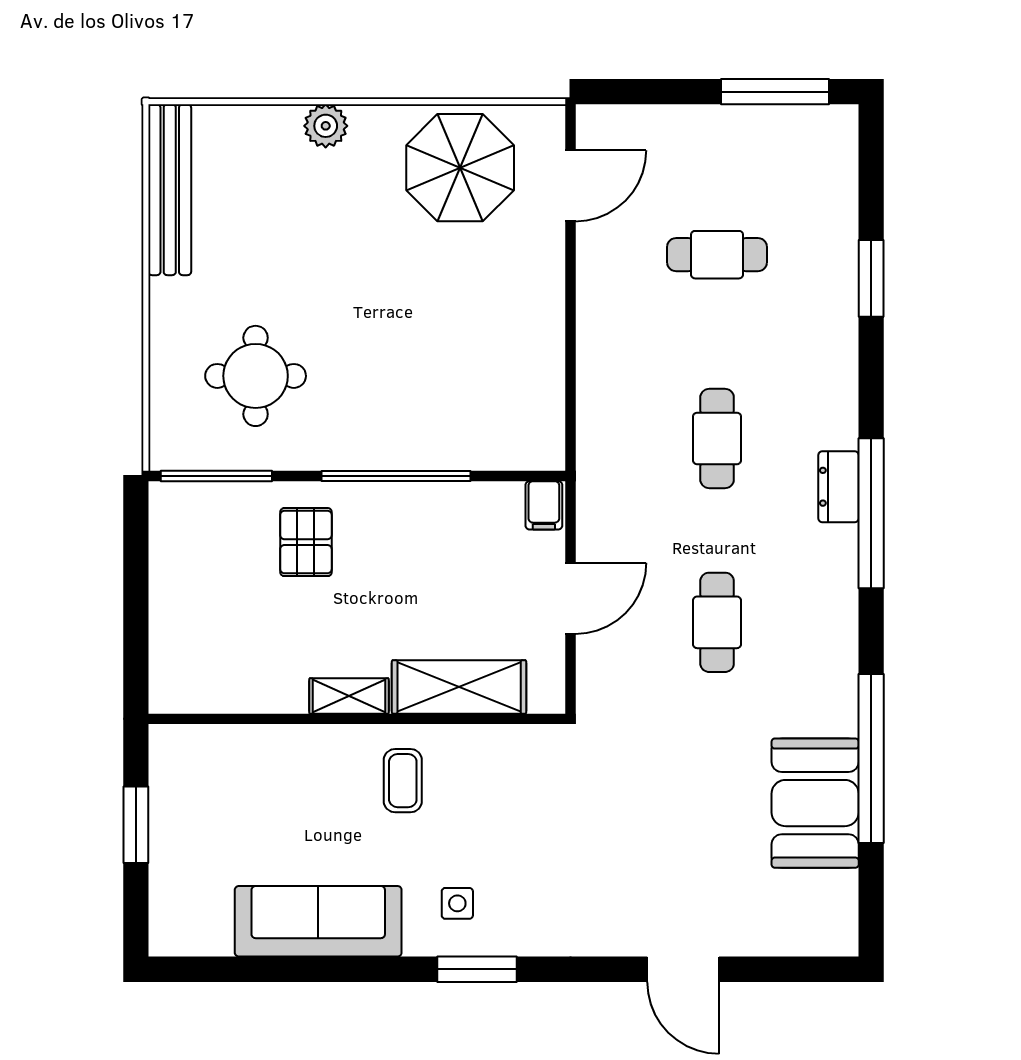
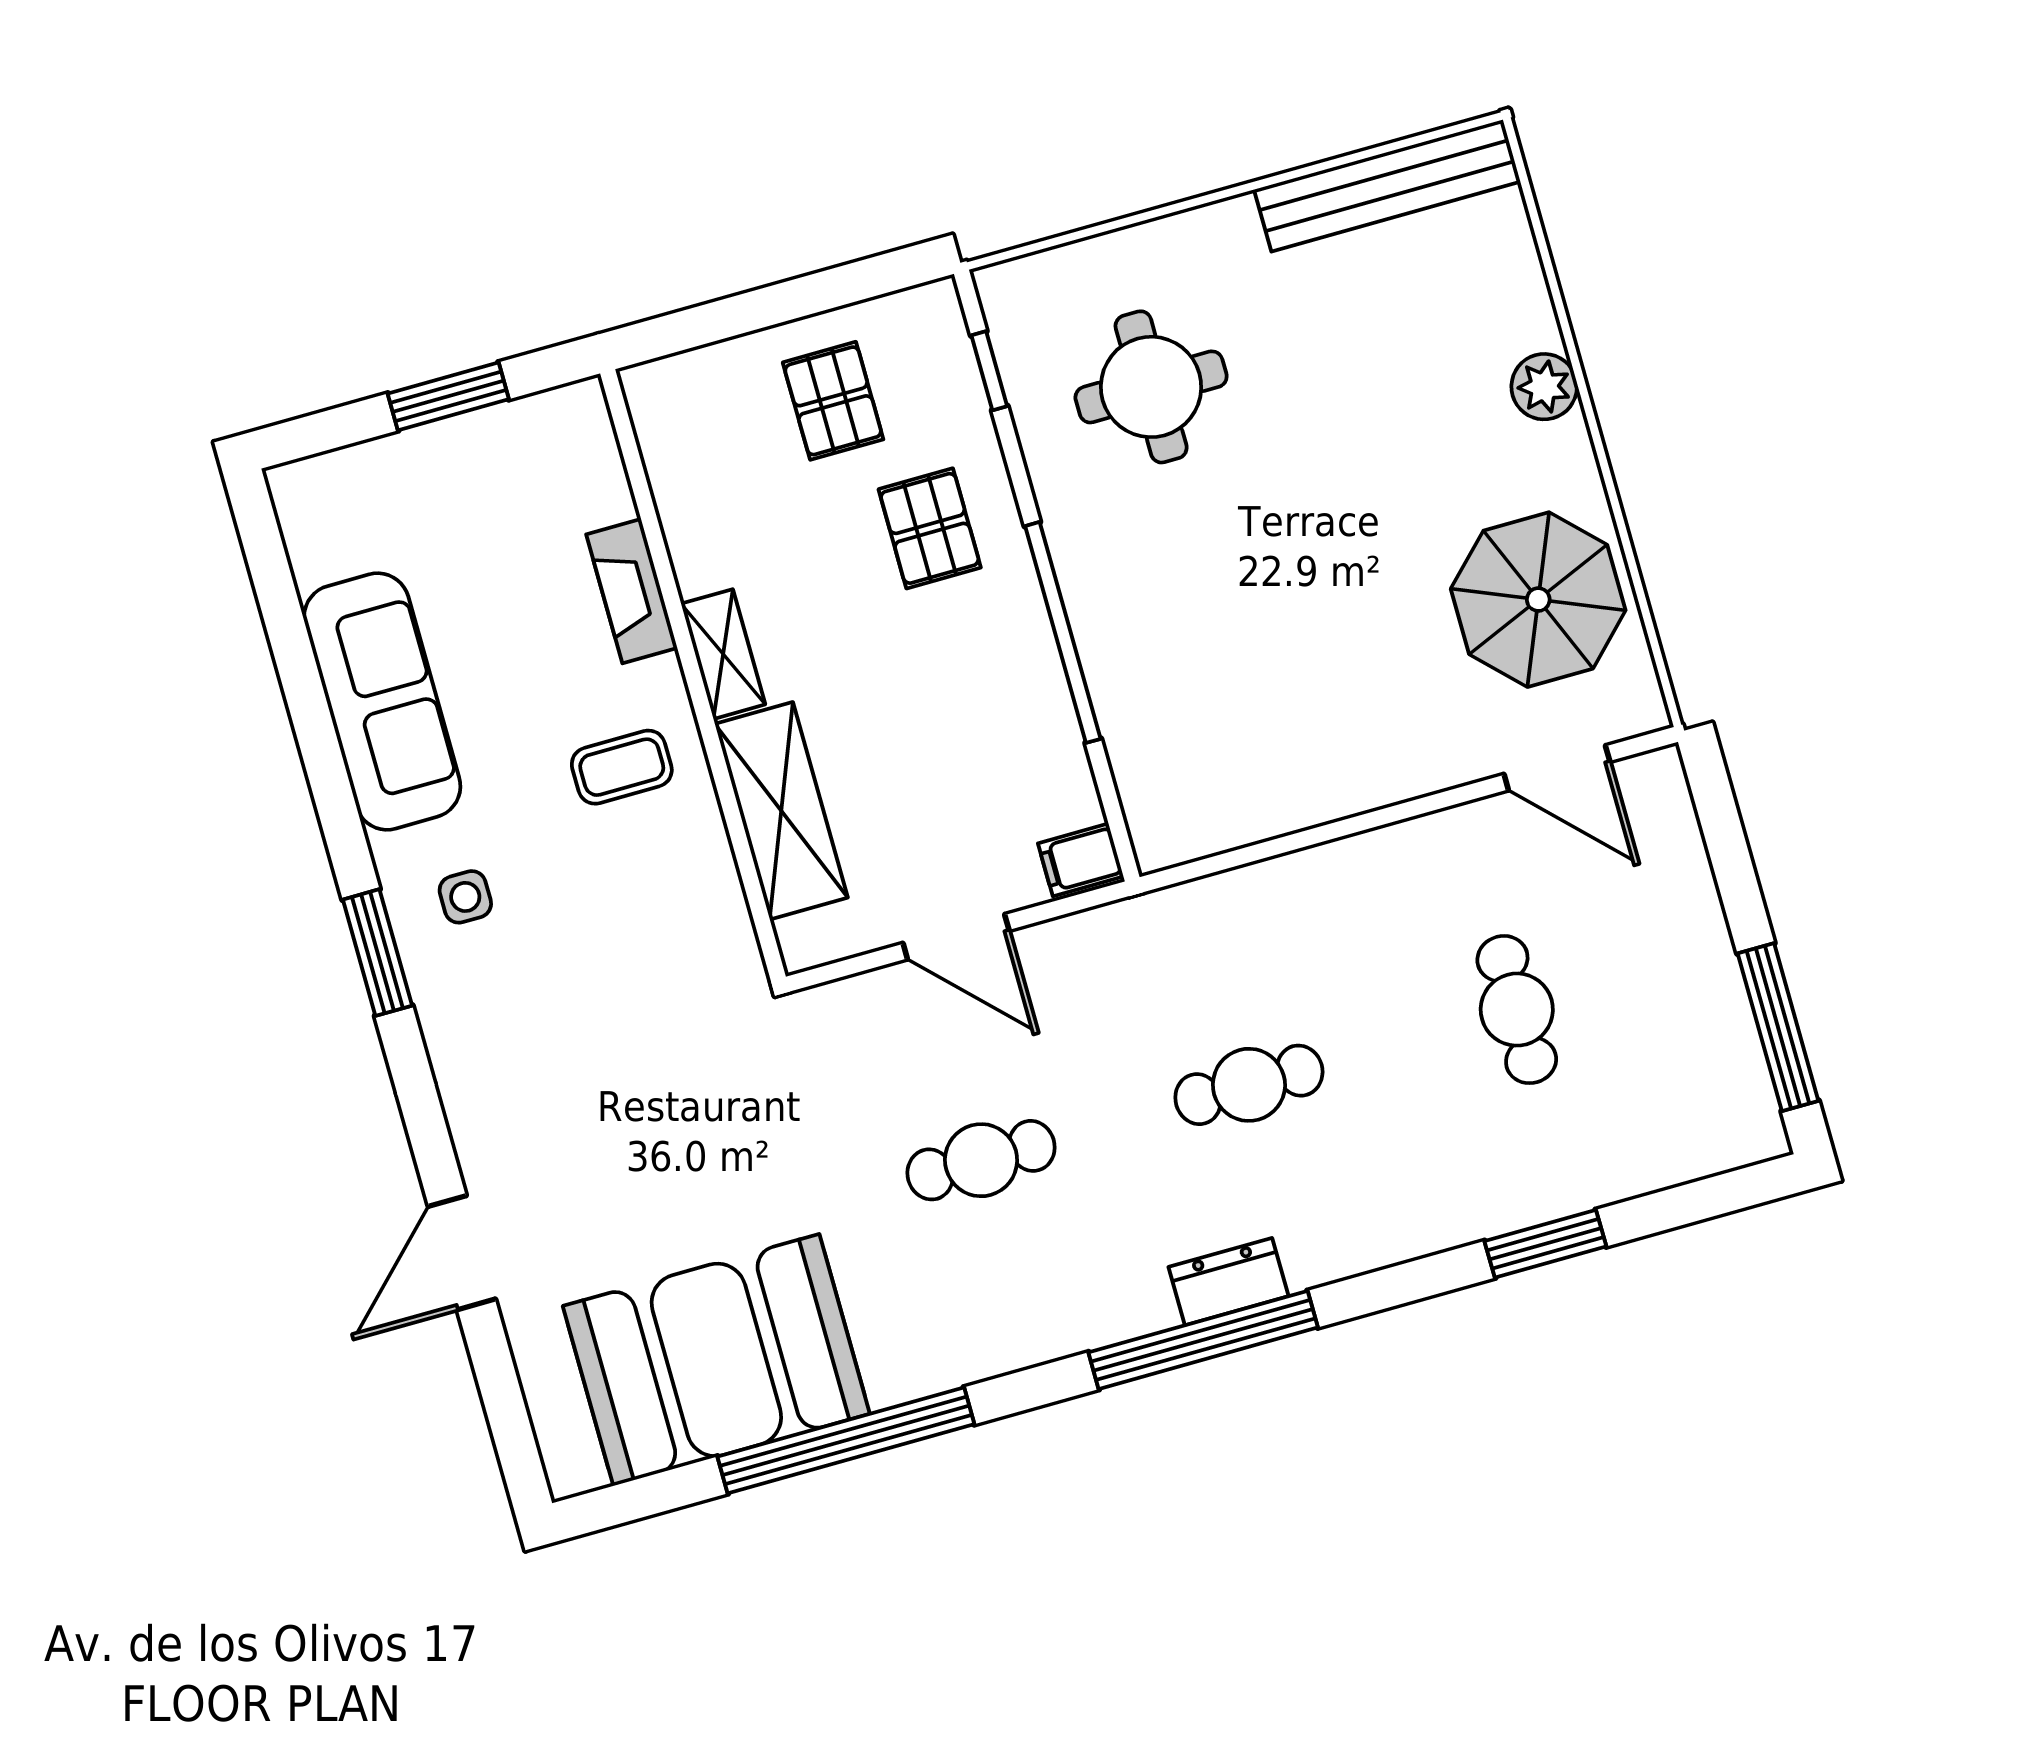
window: (216, 476) -> (989, 371), width x0.46
pallet: (306, 542) -> (930, 528), turned 90
pallet: (208, 581) -> (833, 401), added
fireplace: (293, 743) -> (632, 591), added
booth: (815, 803) -> (716, 1360), width x1.36, depth x1.42

